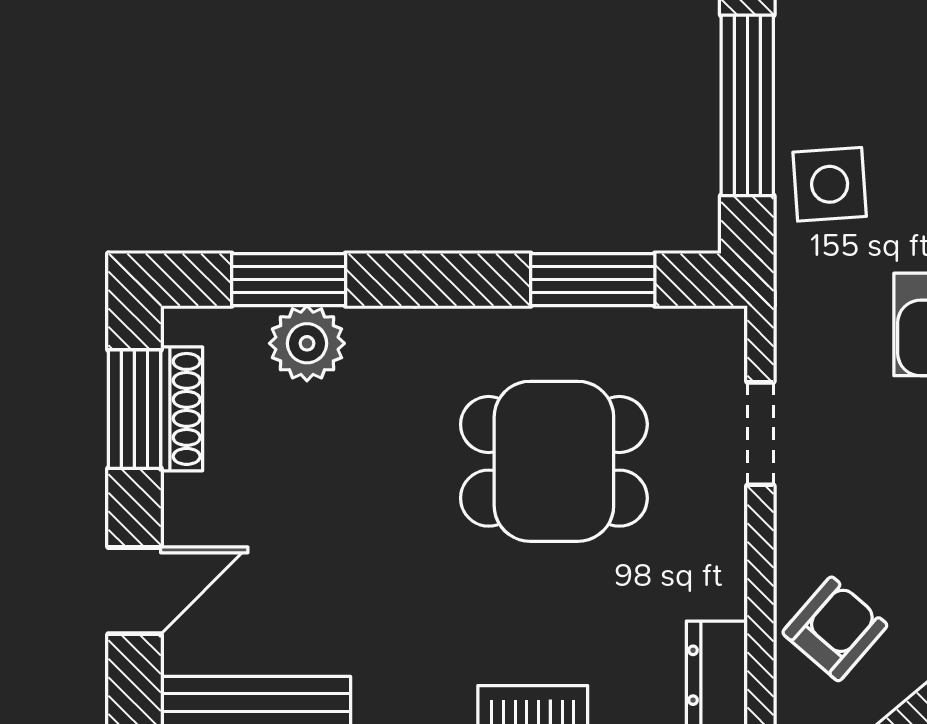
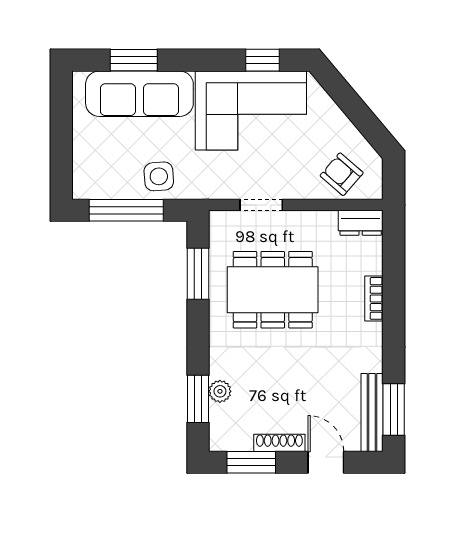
plant: (307, 343) -> (220, 391), width x0.73, depth x0.73
shoe rack: (182, 409) -> (279, 443), moved
dining table: (554, 461) -> (273, 290), width x1.38

